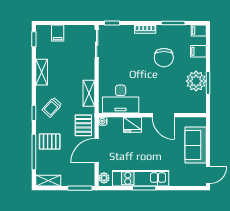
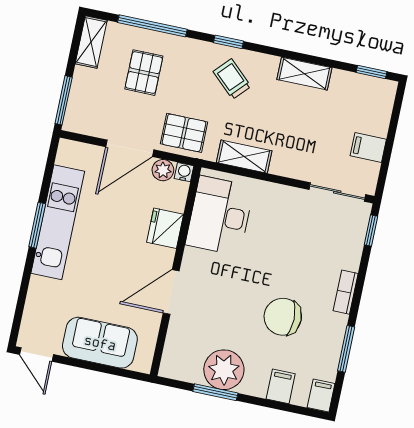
filing cabinet: (58, 33) -> (368, 147), moved
pallet: (50, 141) -> (144, 73), moved
door: (97, 151) -> (130, 148), swing flipped
plant: (104, 178) -> (163, 170), moved

